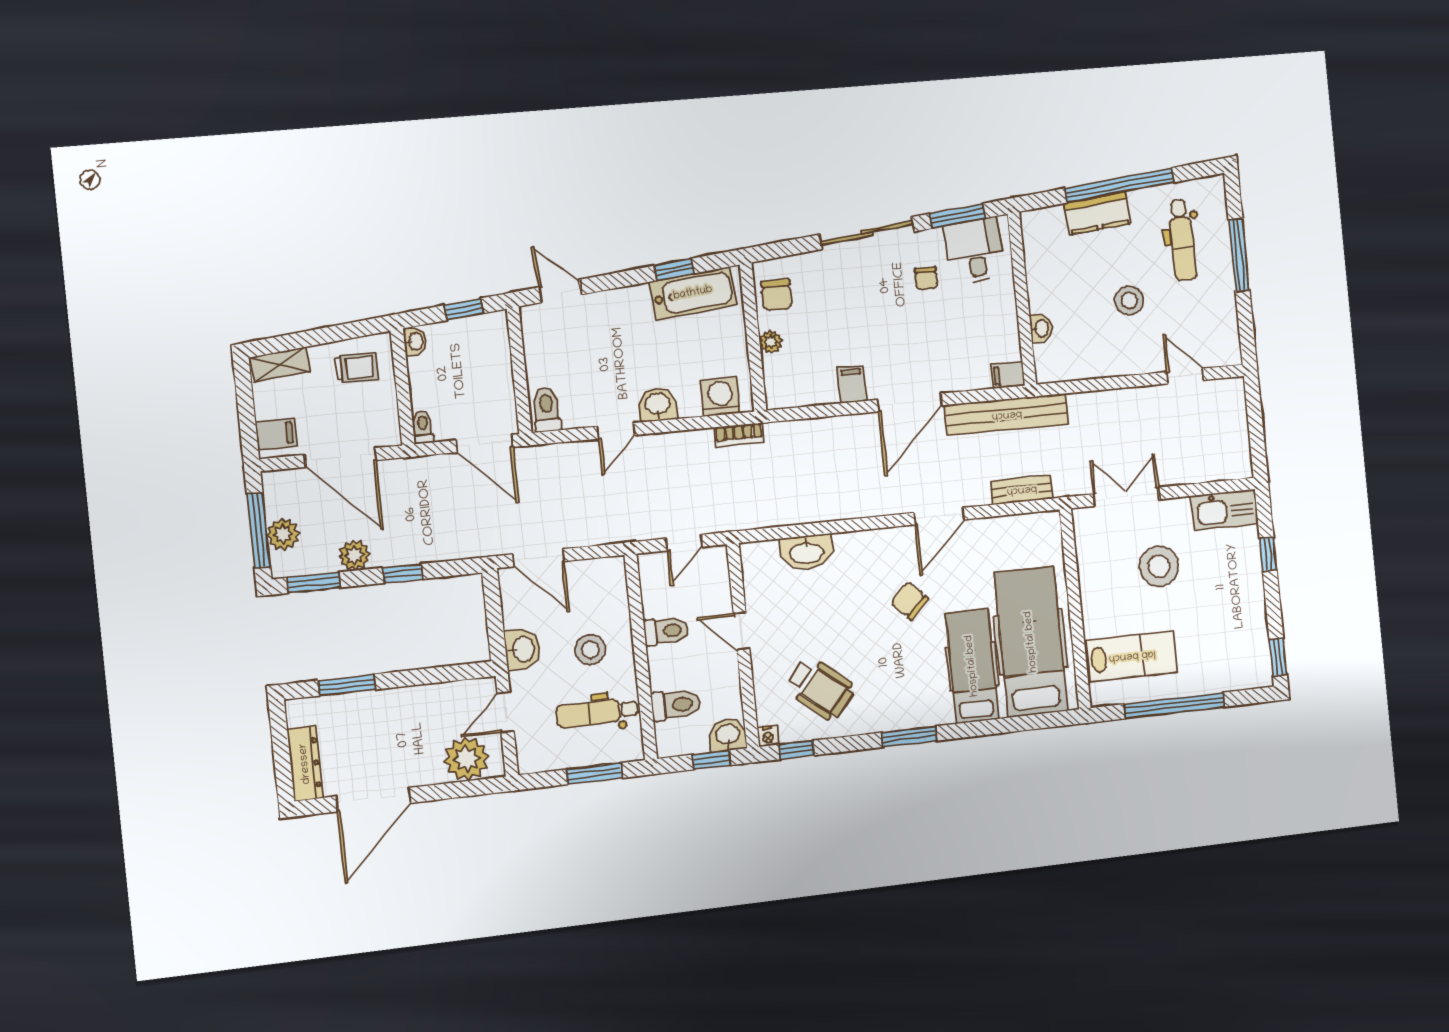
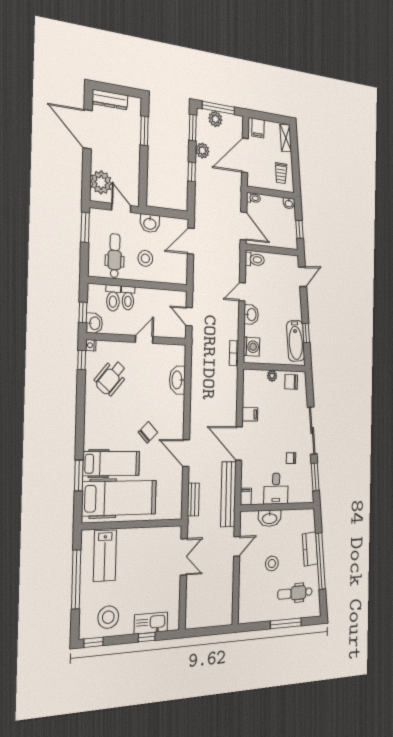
desk: (975, 251) -> (276, 489), moved, turned 96
washbasin: (1041, 328) -> (270, 518), width x1.91, depth x1.45
door: (1185, 376) -> (237, 546), moved
door: (616, 431) -> (242, 292), hinge flipped
door: (484, 444) -> (243, 226), swing flipped
kitchen sink: (1225, 510) -> (151, 623), moved, turned 90
stool: (1159, 566) -> (108, 617), moved
toilet: (666, 631) -> (128, 298), moved
window: (909, 737) -> (79, 475), moved
window: (594, 774) -> (85, 227), moved

